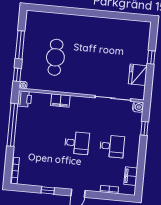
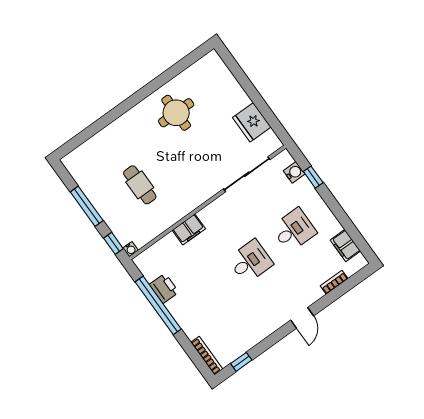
round table: (105, 37) -> (176, 113), added
cafe table: (55, 57) -> (140, 185), width x0.73, depth x0.74
window: (151, 57) -> (250, 89), removed
printer: (25, 99) -> (164, 288), moved
water cooler: (138, 107) -> (294, 172), moved
window: (48, 190) -> (241, 362), moved

